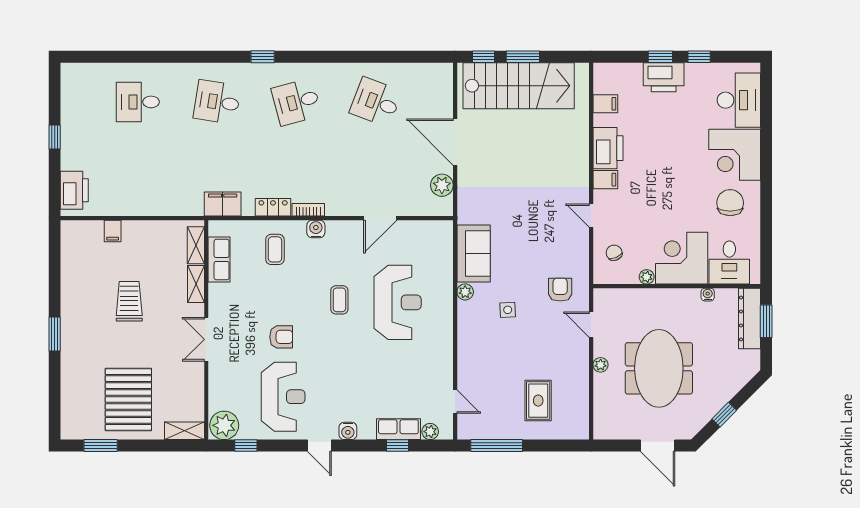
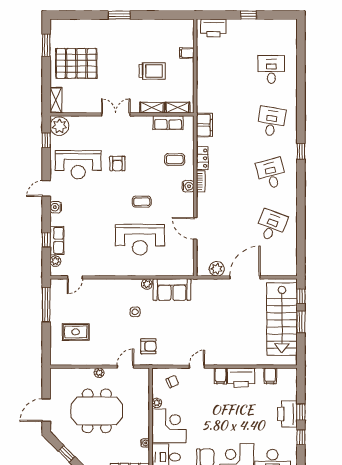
trolley: (129, 301) -> (152, 71), moved

